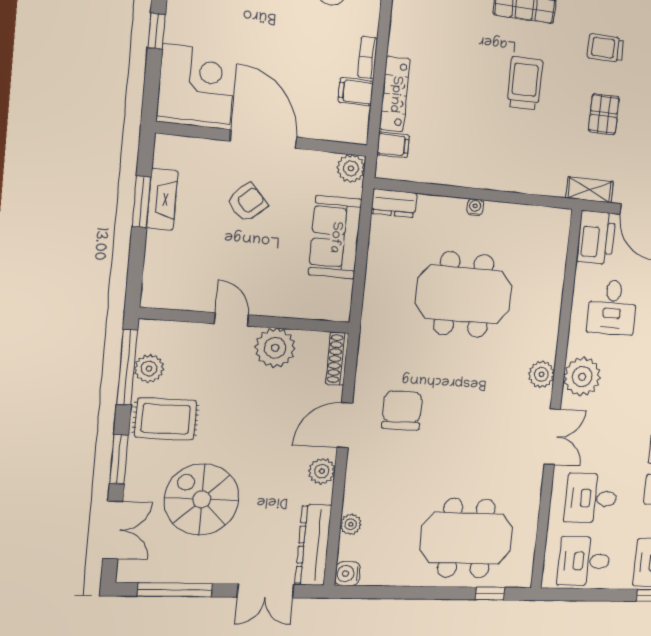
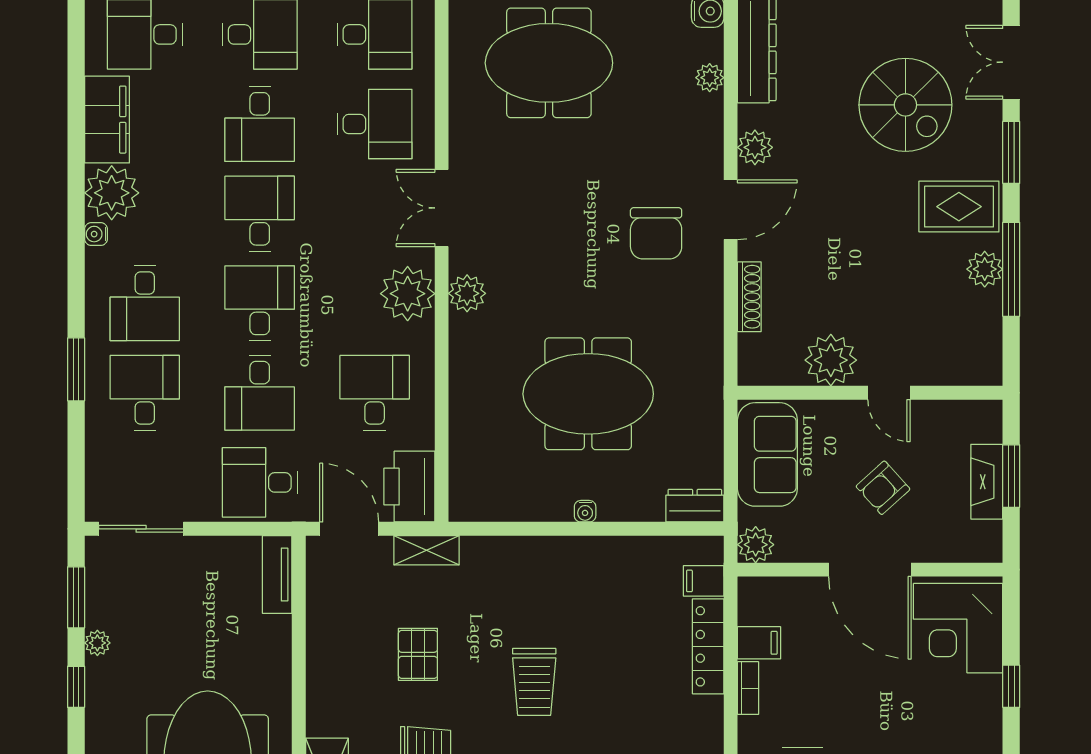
door: (232, 319) -> (889, 393), moved
wall: (247, 320) -> (870, 393), moved
plant: (275, 348) -> (831, 360), moved

